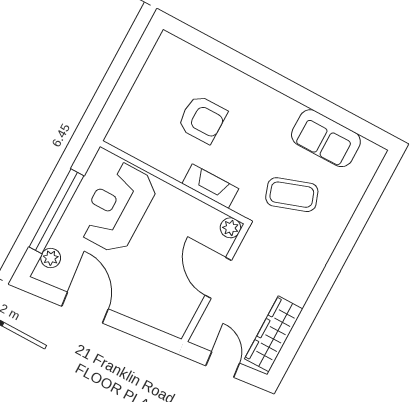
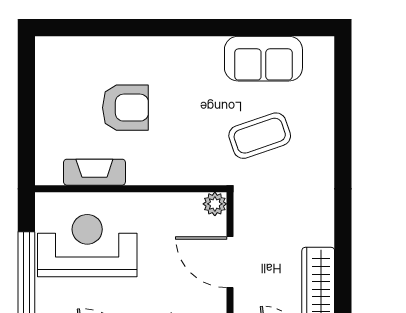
fireplace: (210, 186) -> (94, 172), moved
reception desk: (118, 207) -> (87, 246), turned 90

